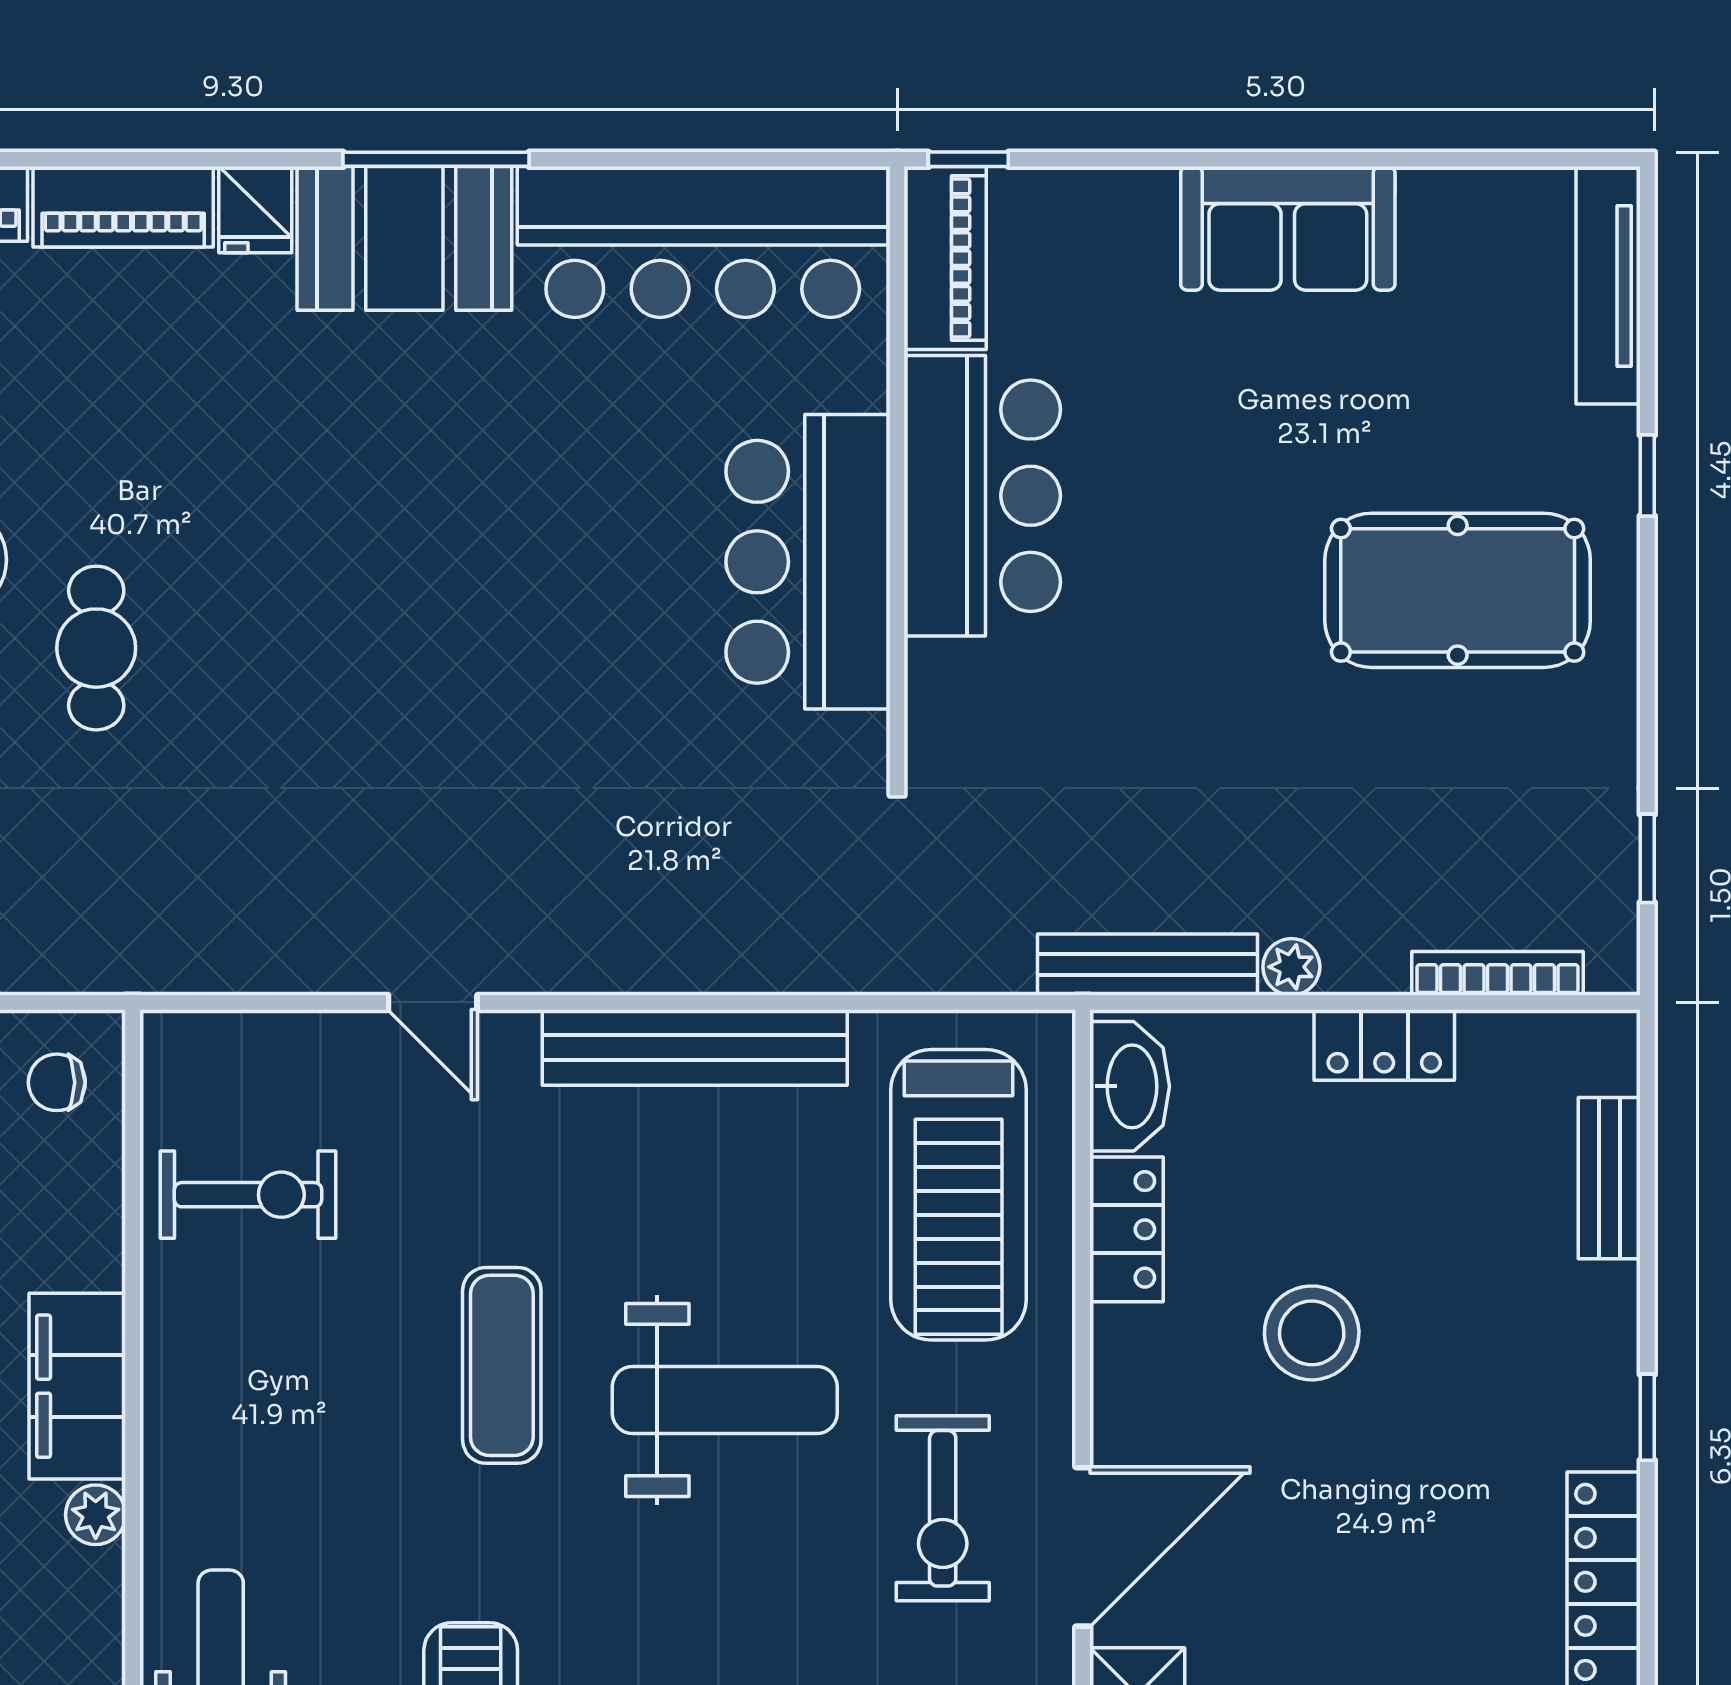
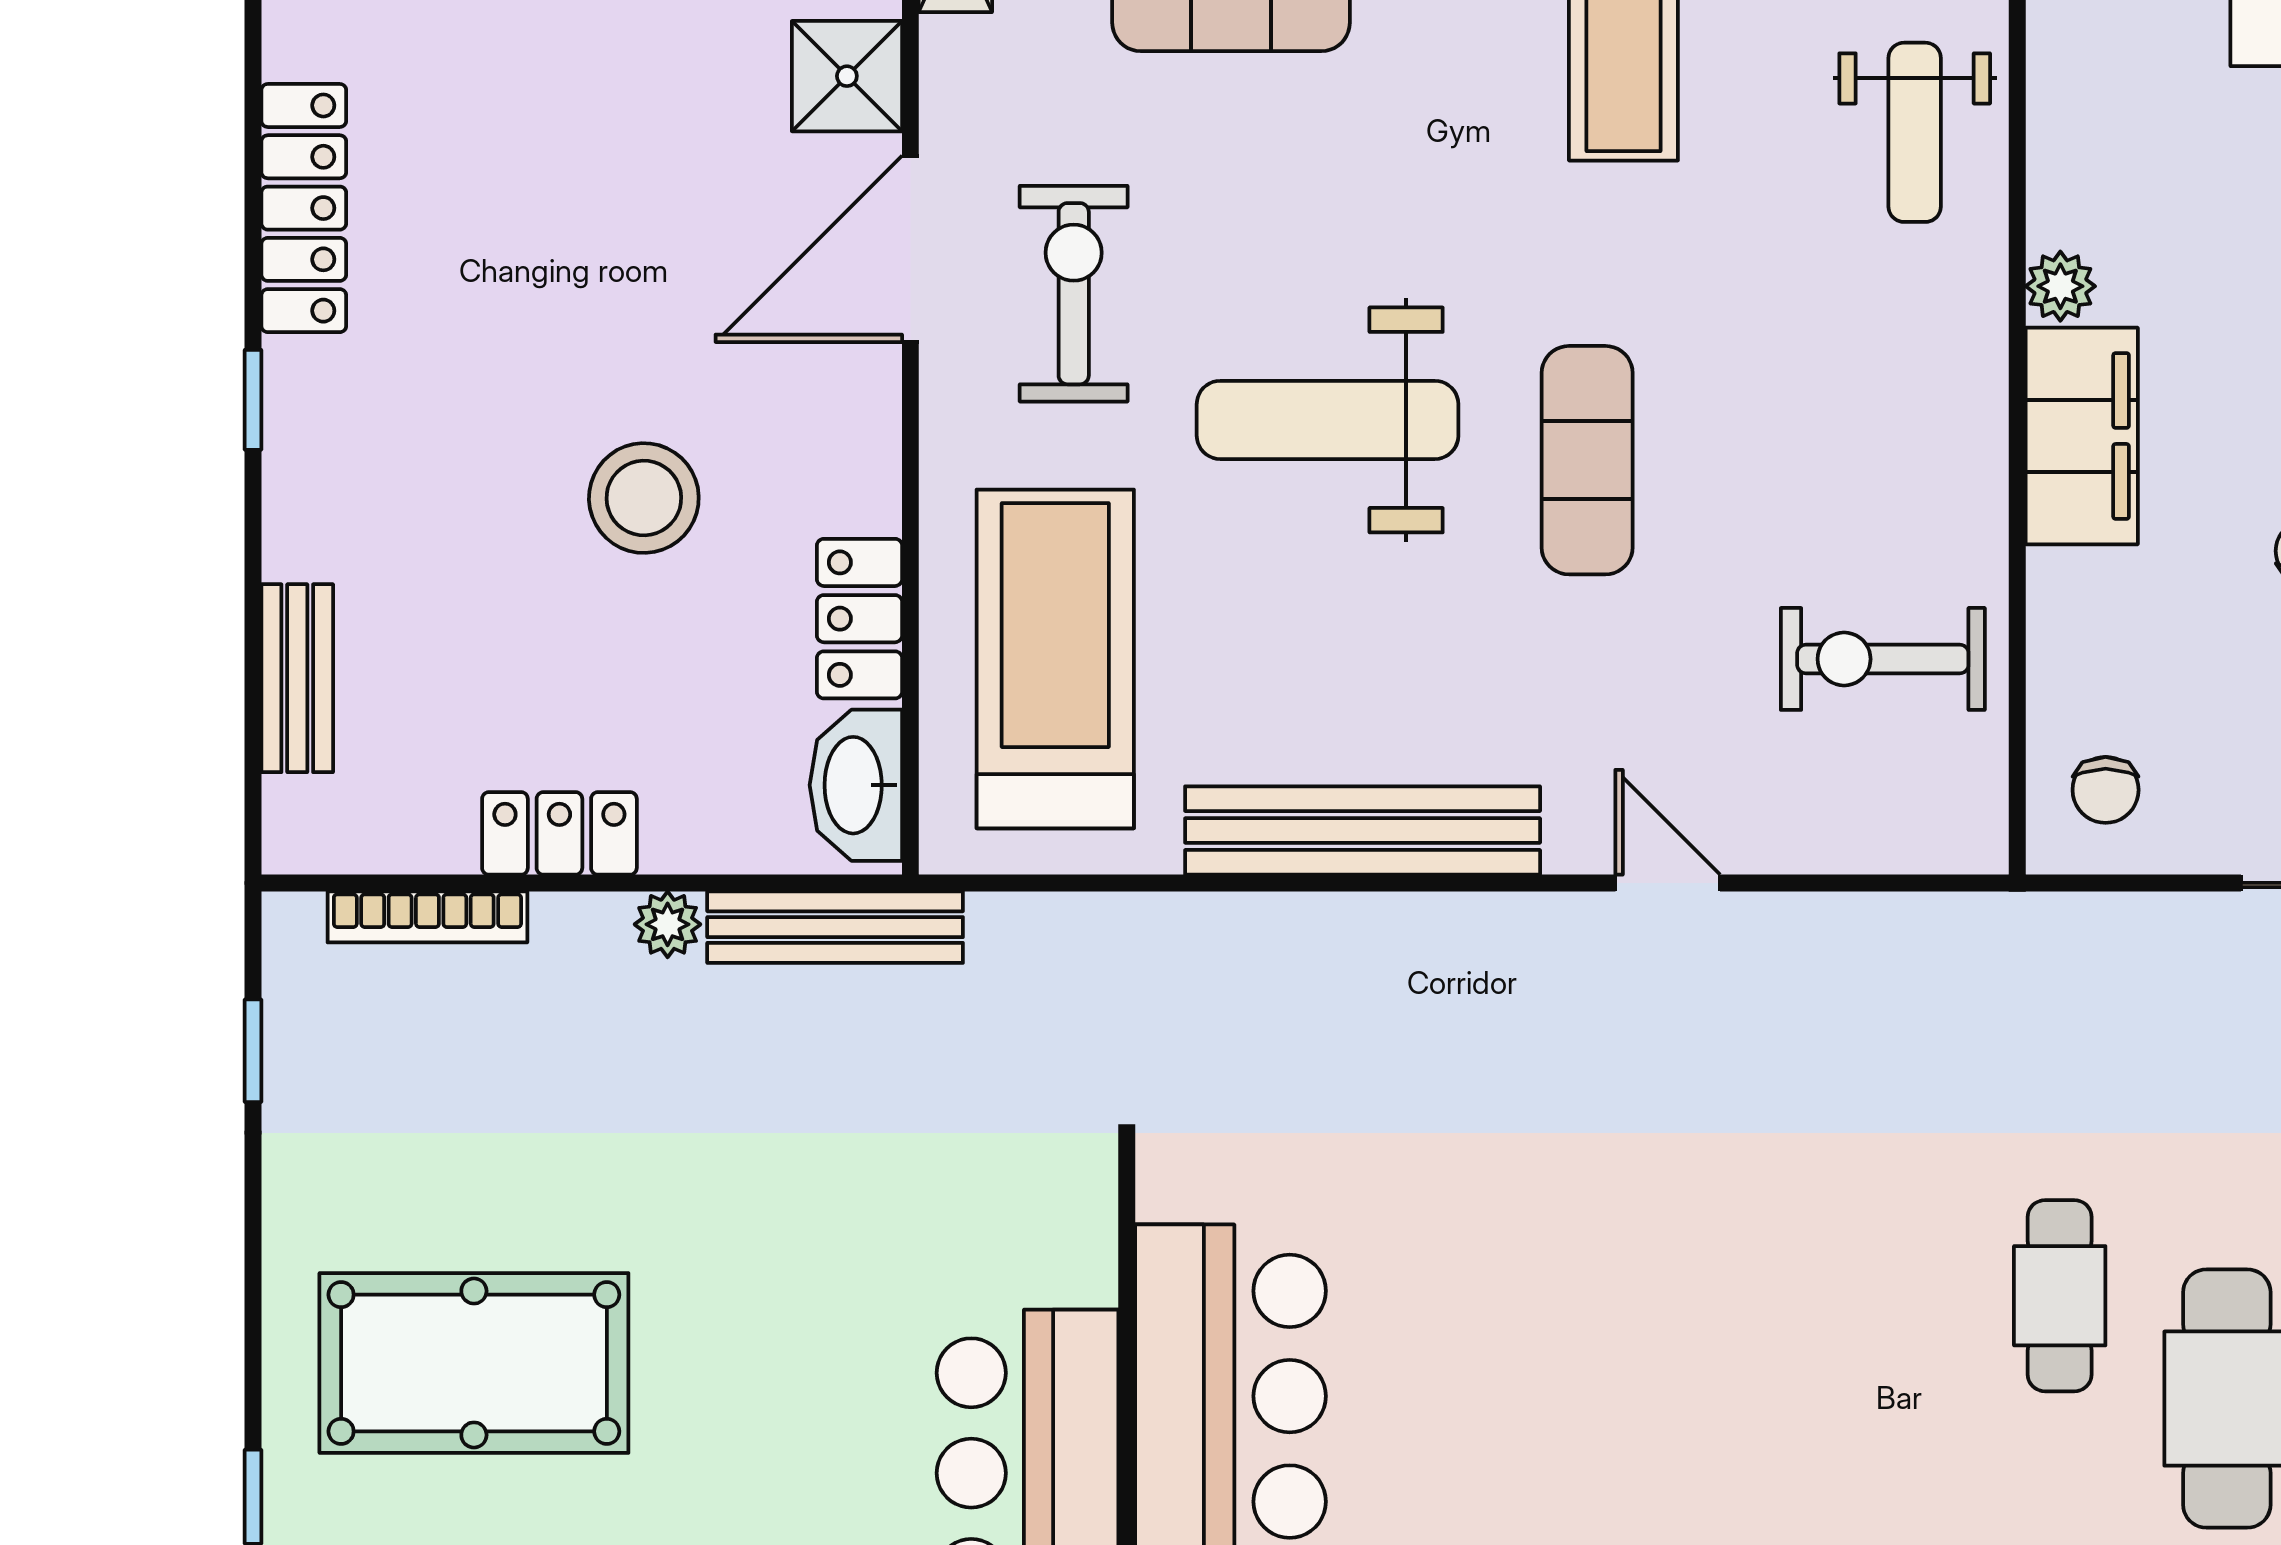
chair: (57, 1082) -> (2106, 790), turned 90

